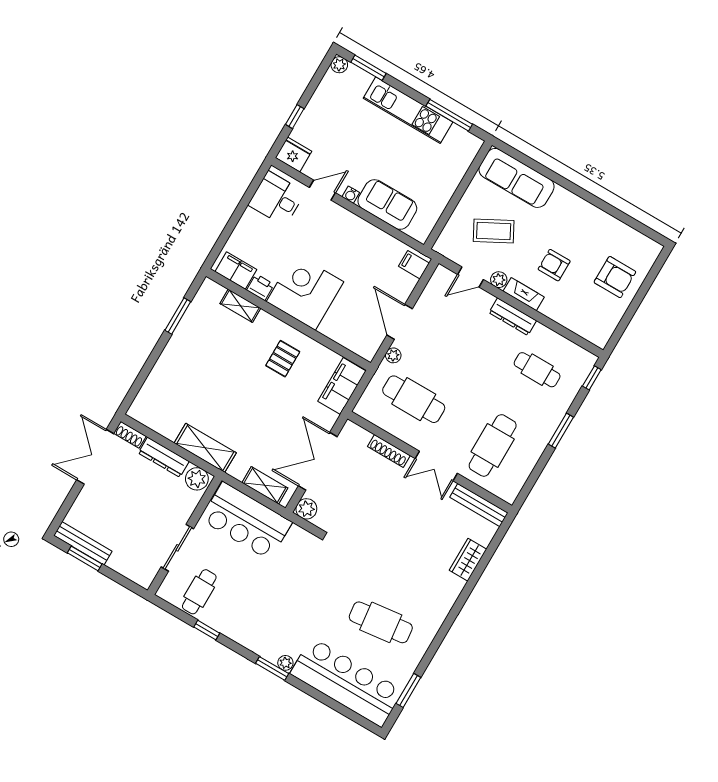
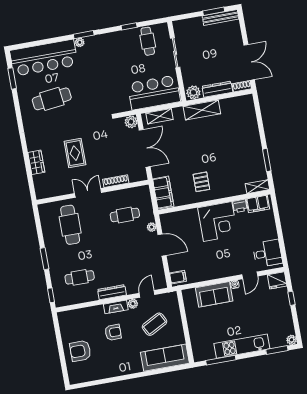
shelving: (240, 306) -> (257, 187), moved
cafe table: (414, 399) -> (125, 215), width x0.73, depth x0.74
bench: (479, 505) -> (53, 192), removed
rug: (410, 530) -> (75, 153), added

